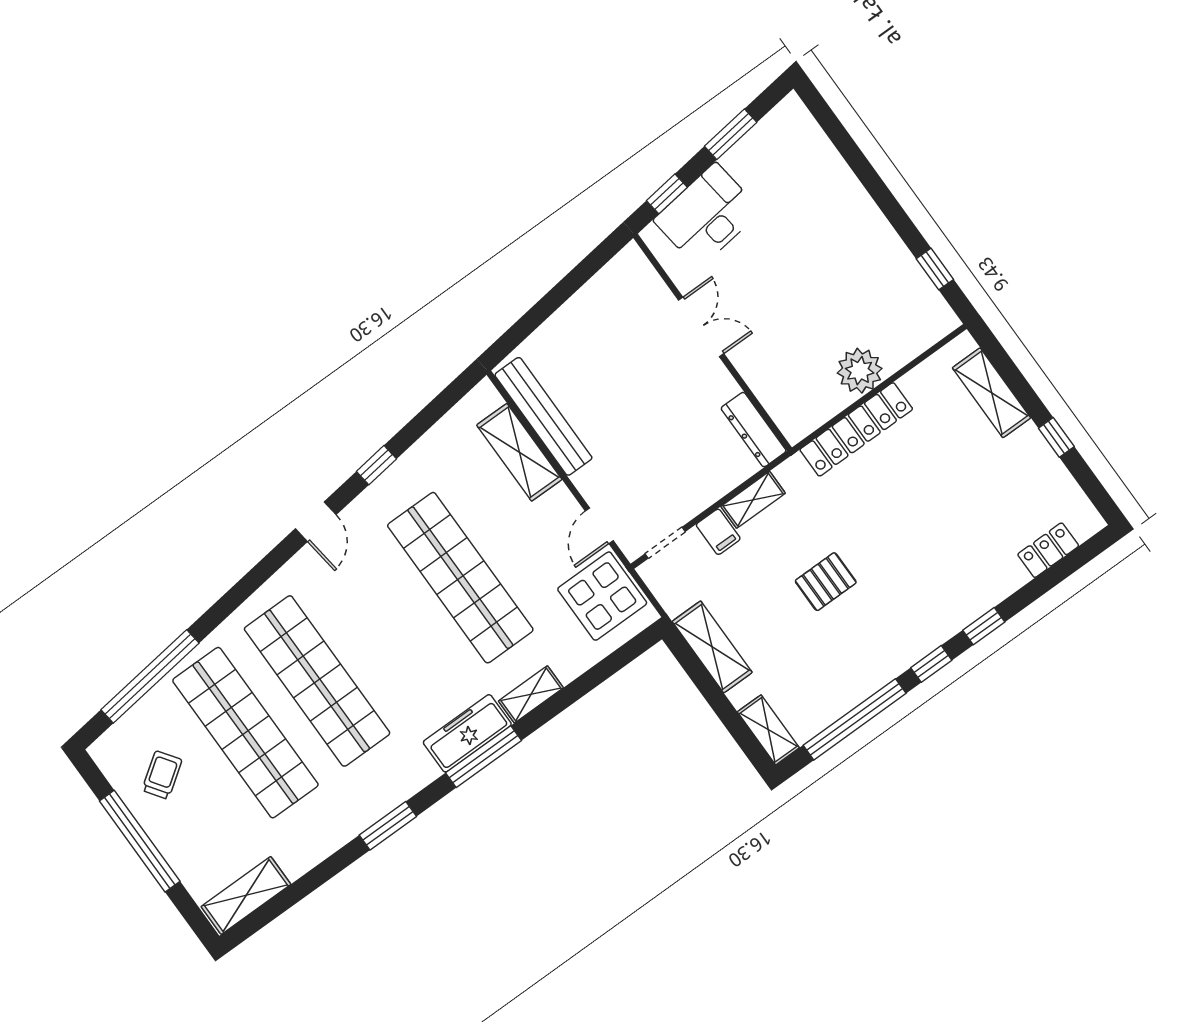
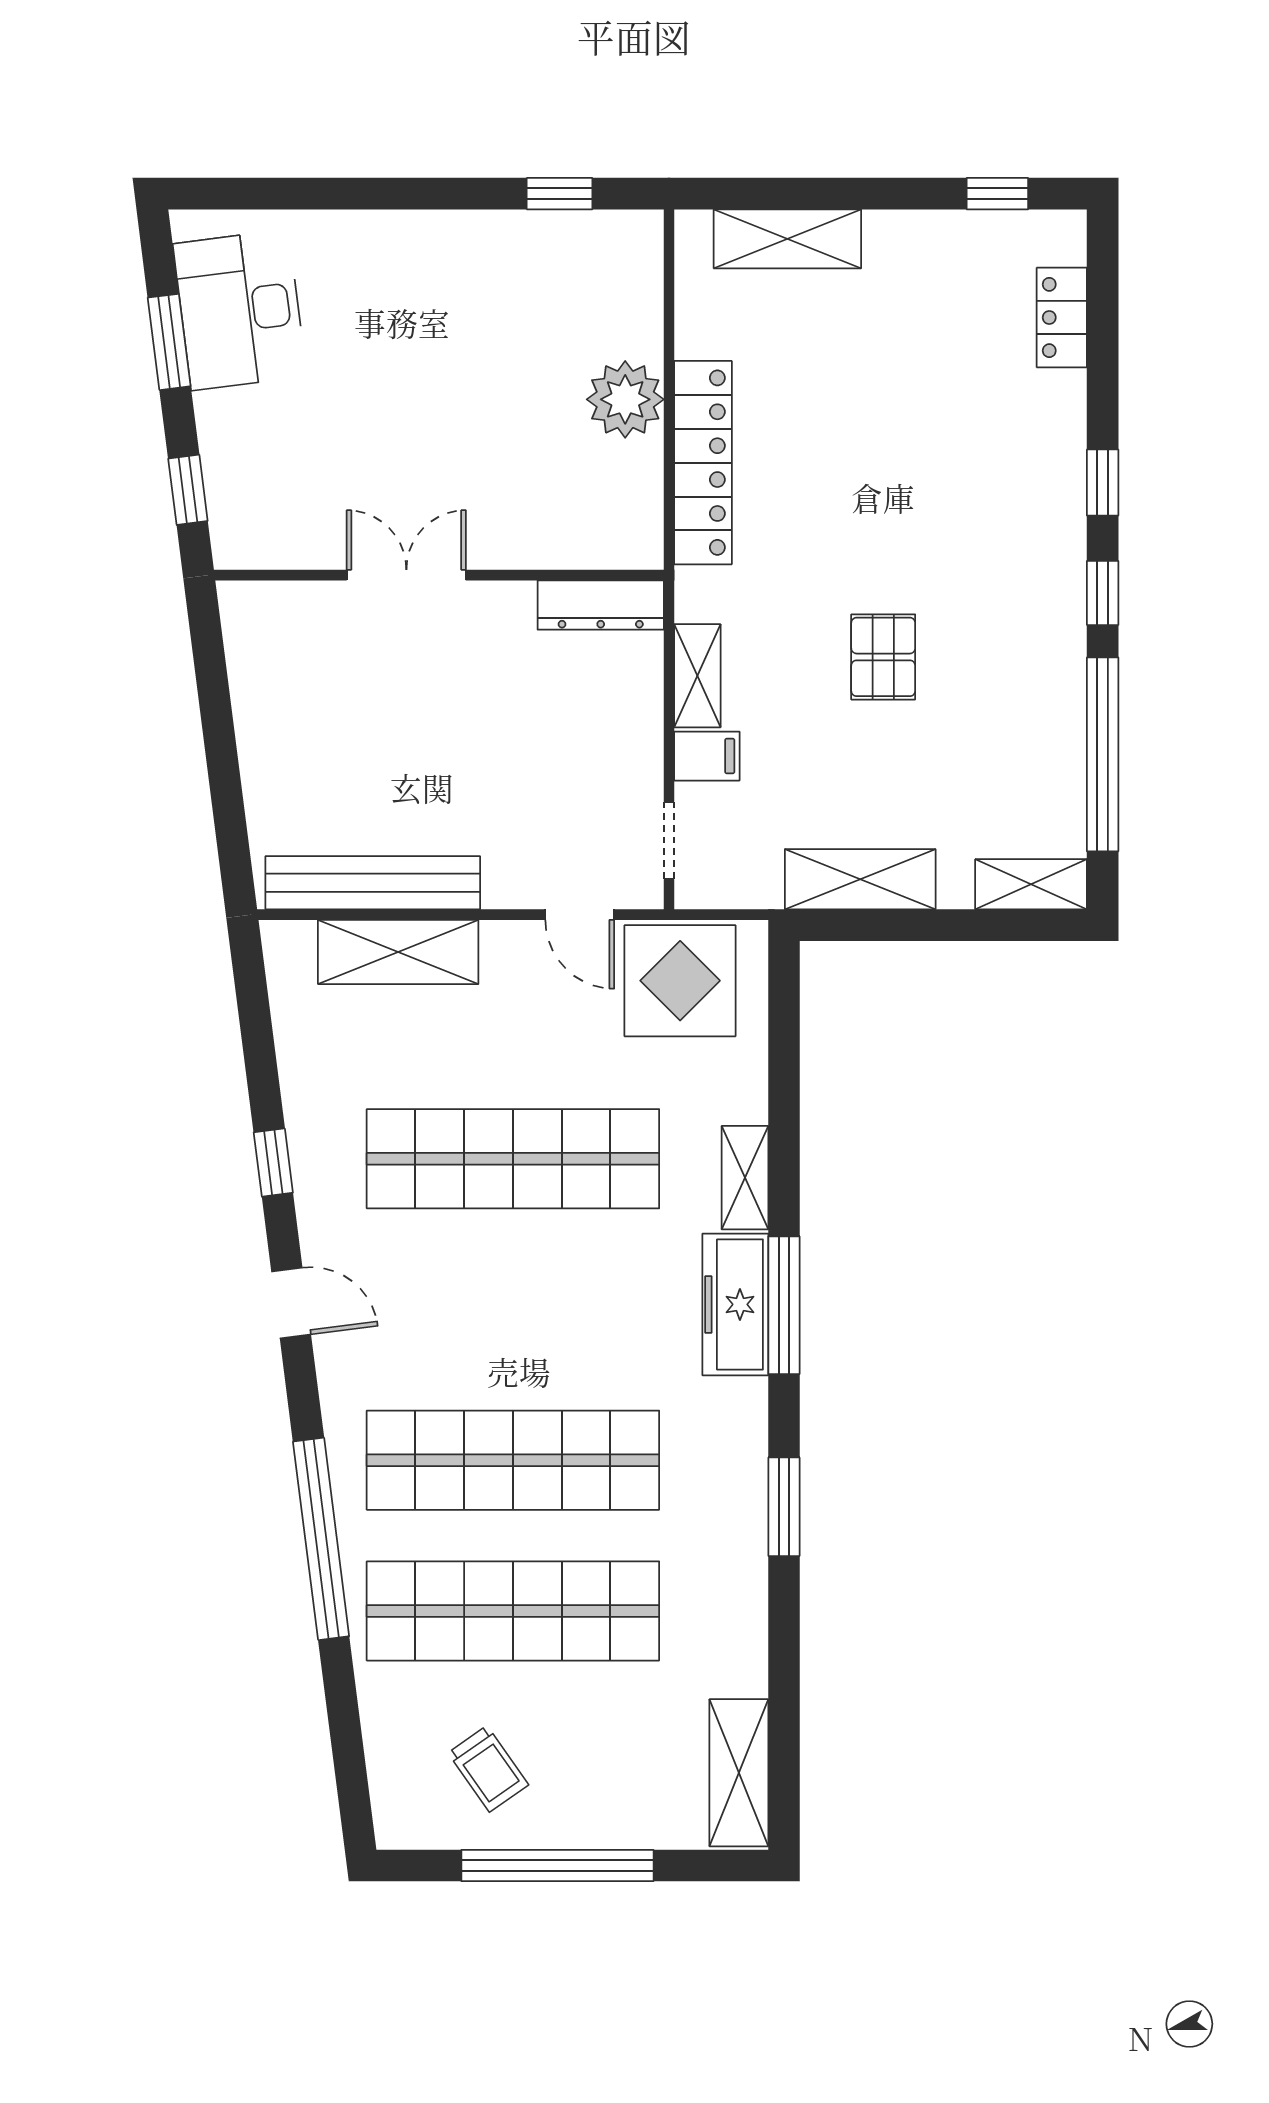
desk: (707, 216) -> (240, 310), moved
window: (1056, 437) -> (997, 194), moved
window: (150, 676) -> (321, 1539), moved
trolley: (162, 775) -> (488, 1769), turned 180

